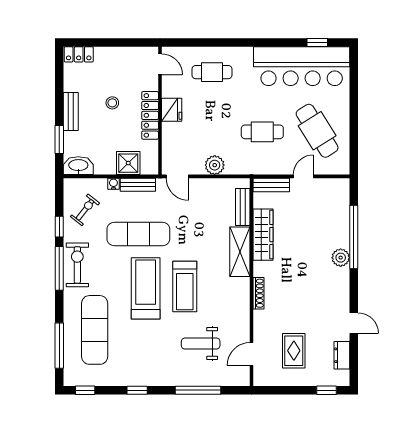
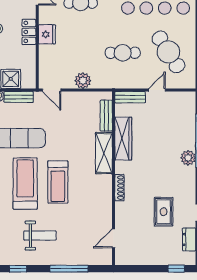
locker: (150, 115) -> (29, 32), width x0.66
weight bench: (201, 344) -> (40, 236), moved, turned 180
rug: (294, 351) -> (164, 212), moved

